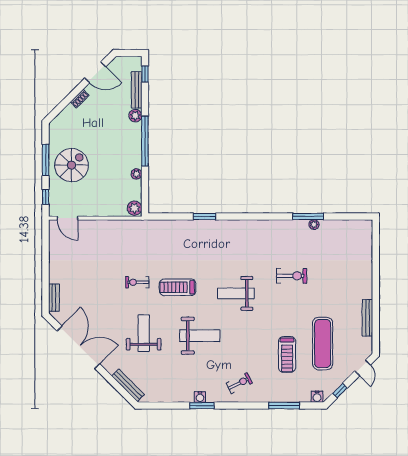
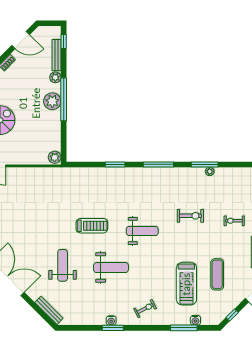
plant: (136, 174) -> (52, 101), moved, width x1.87, depth x1.87
window: (255, 216) -> (158, 164), added
exercise bike: (137, 282) -> (234, 221), moved
treadmill: (178, 287) -> (92, 226), turned 180
weight bench: (236, 293) -> (142, 231), turned 180
exercise mat: (323, 344) -> (217, 274), width x0.73, depth x0.69
treadmill: (287, 354) -> (186, 284), width x1.37, depth x1.38
water cooler: (317, 397) -> (195, 320), moved

